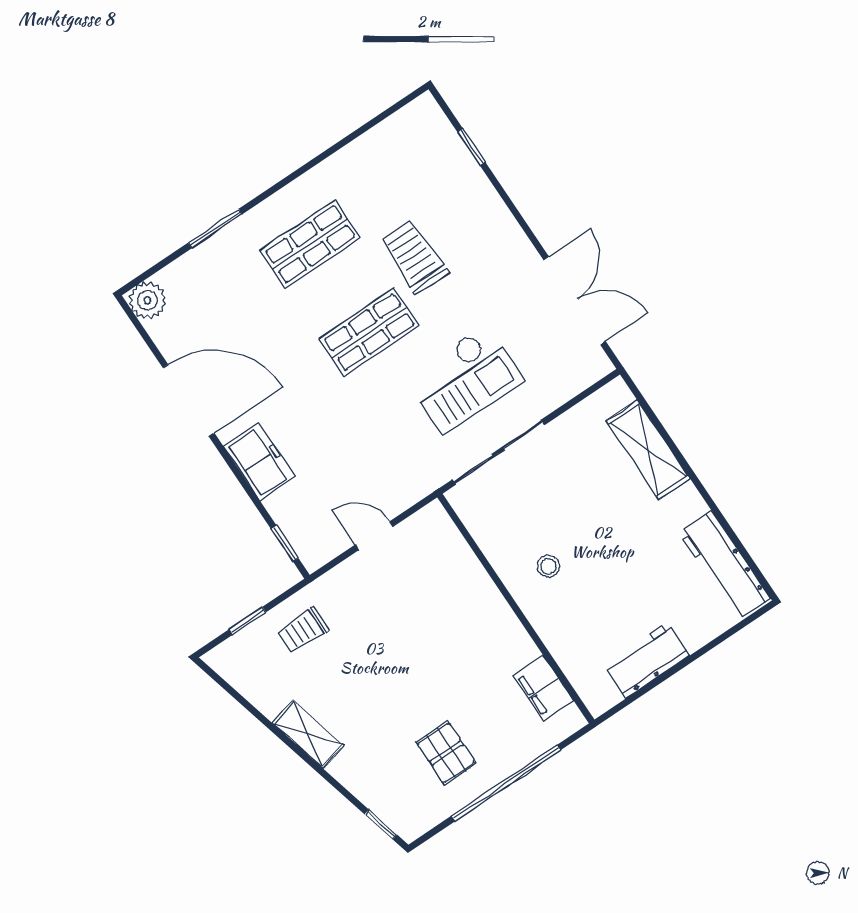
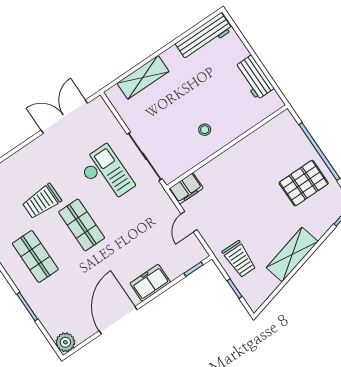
trolley: (303, 630) -> (239, 259), width x1.36, depth x1.39
filing cabinet: (543, 688) -> (186, 188), moved
shelving: (308, 734) -> (292, 254), width x1.50, depth x1.33
pallet: (446, 753) -> (304, 183), width x1.50, depth x1.42

